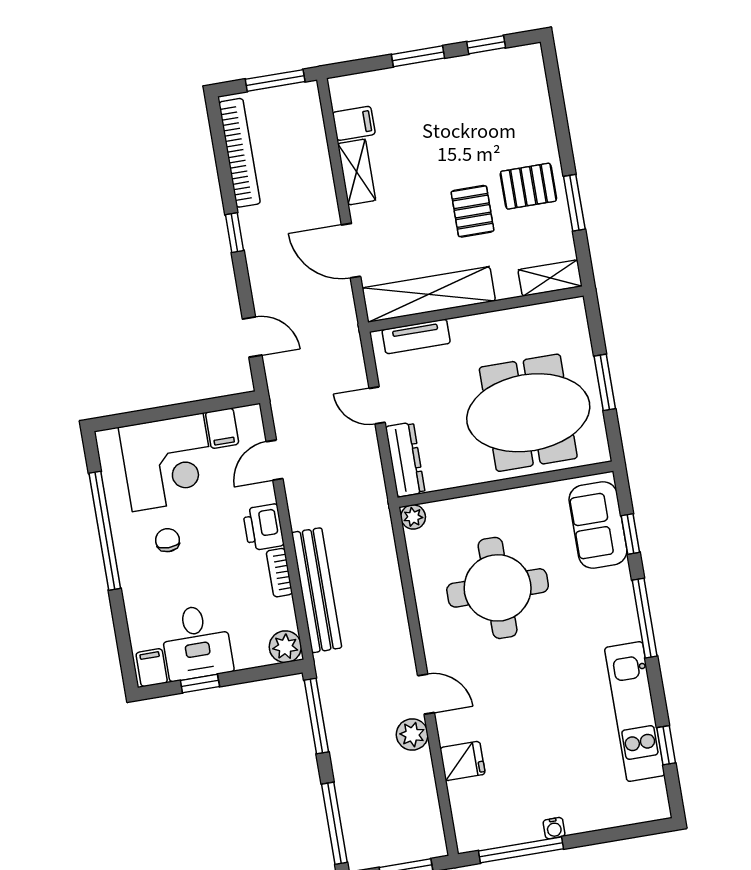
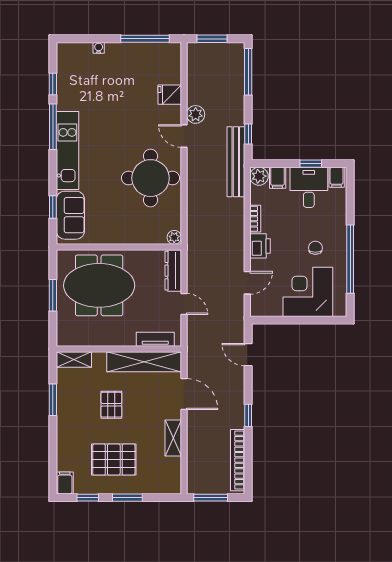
filing cabinet: (354, 123) -> (65, 483), moved, turned 90
pallet: (528, 186) -> (114, 460), moved, width x1.50, depth x1.42
filing cabinet: (222, 428) -> (278, 178), moved, turned 180
chair: (167, 540) -> (315, 248), turned 180
round table: (498, 588) -> (151, 178), moved
bench: (317, 590) -> (236, 162), moved
window: (645, 618) -> (53, 127), moved
kitchen unit: (635, 712) -> (67, 150), moved
window: (316, 716) -> (248, 134), width x0.46
water cooler: (554, 828) -> (99, 48), moved

